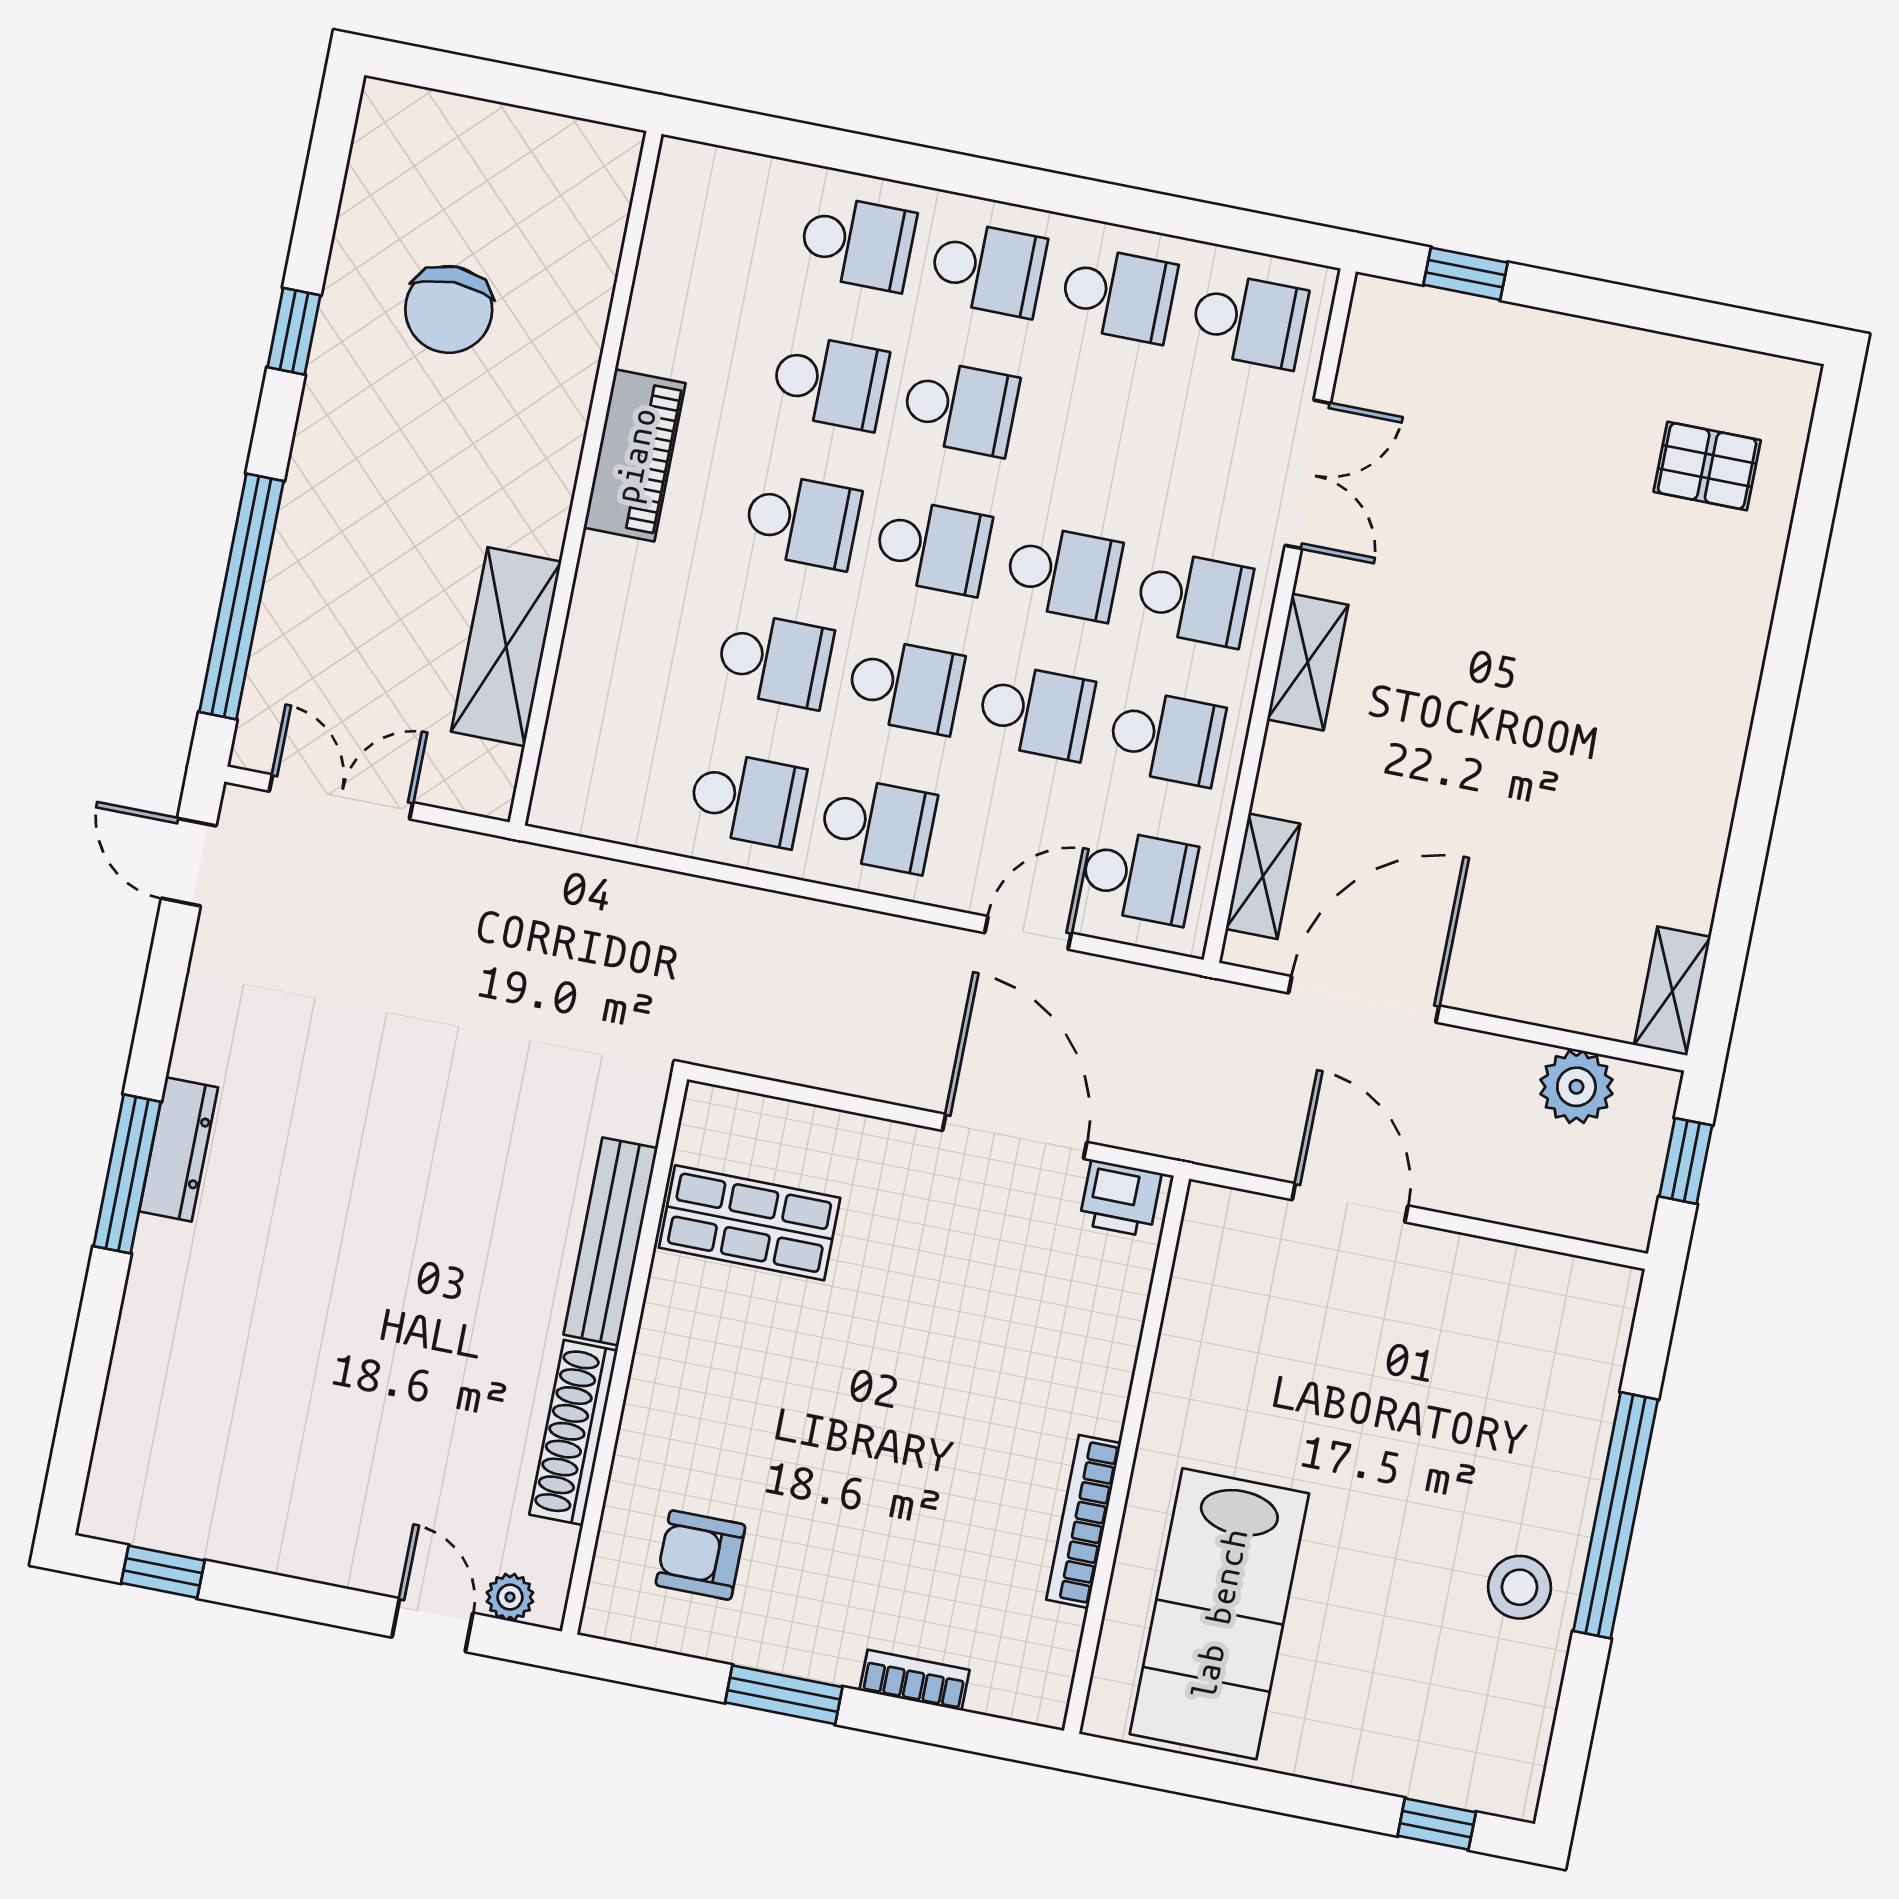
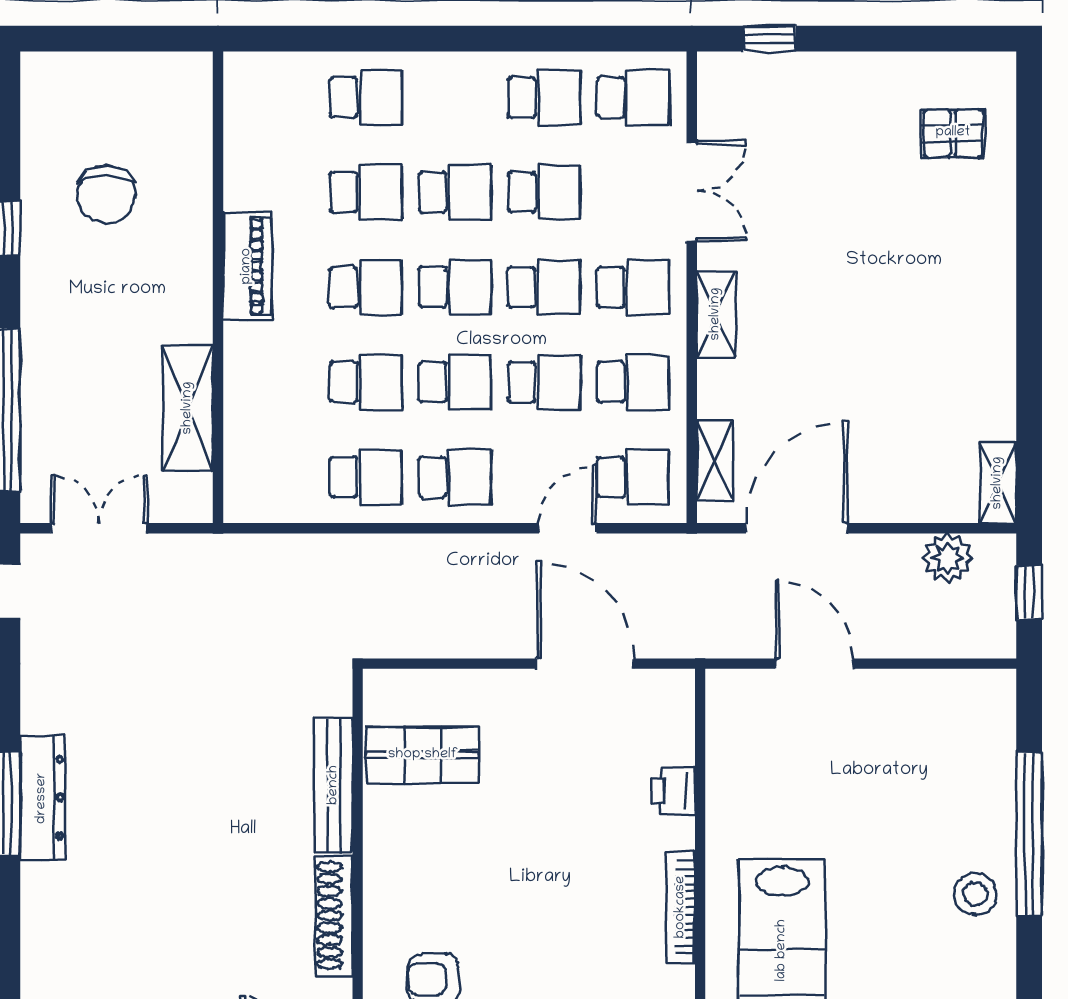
school desk: (988, 269) -> (544, 192), moved
dresser: (179, 1149) -> (42, 798), width x1.37, depth x1.24
printer: (1120, 1198) -> (673, 791), moved, turned 90

